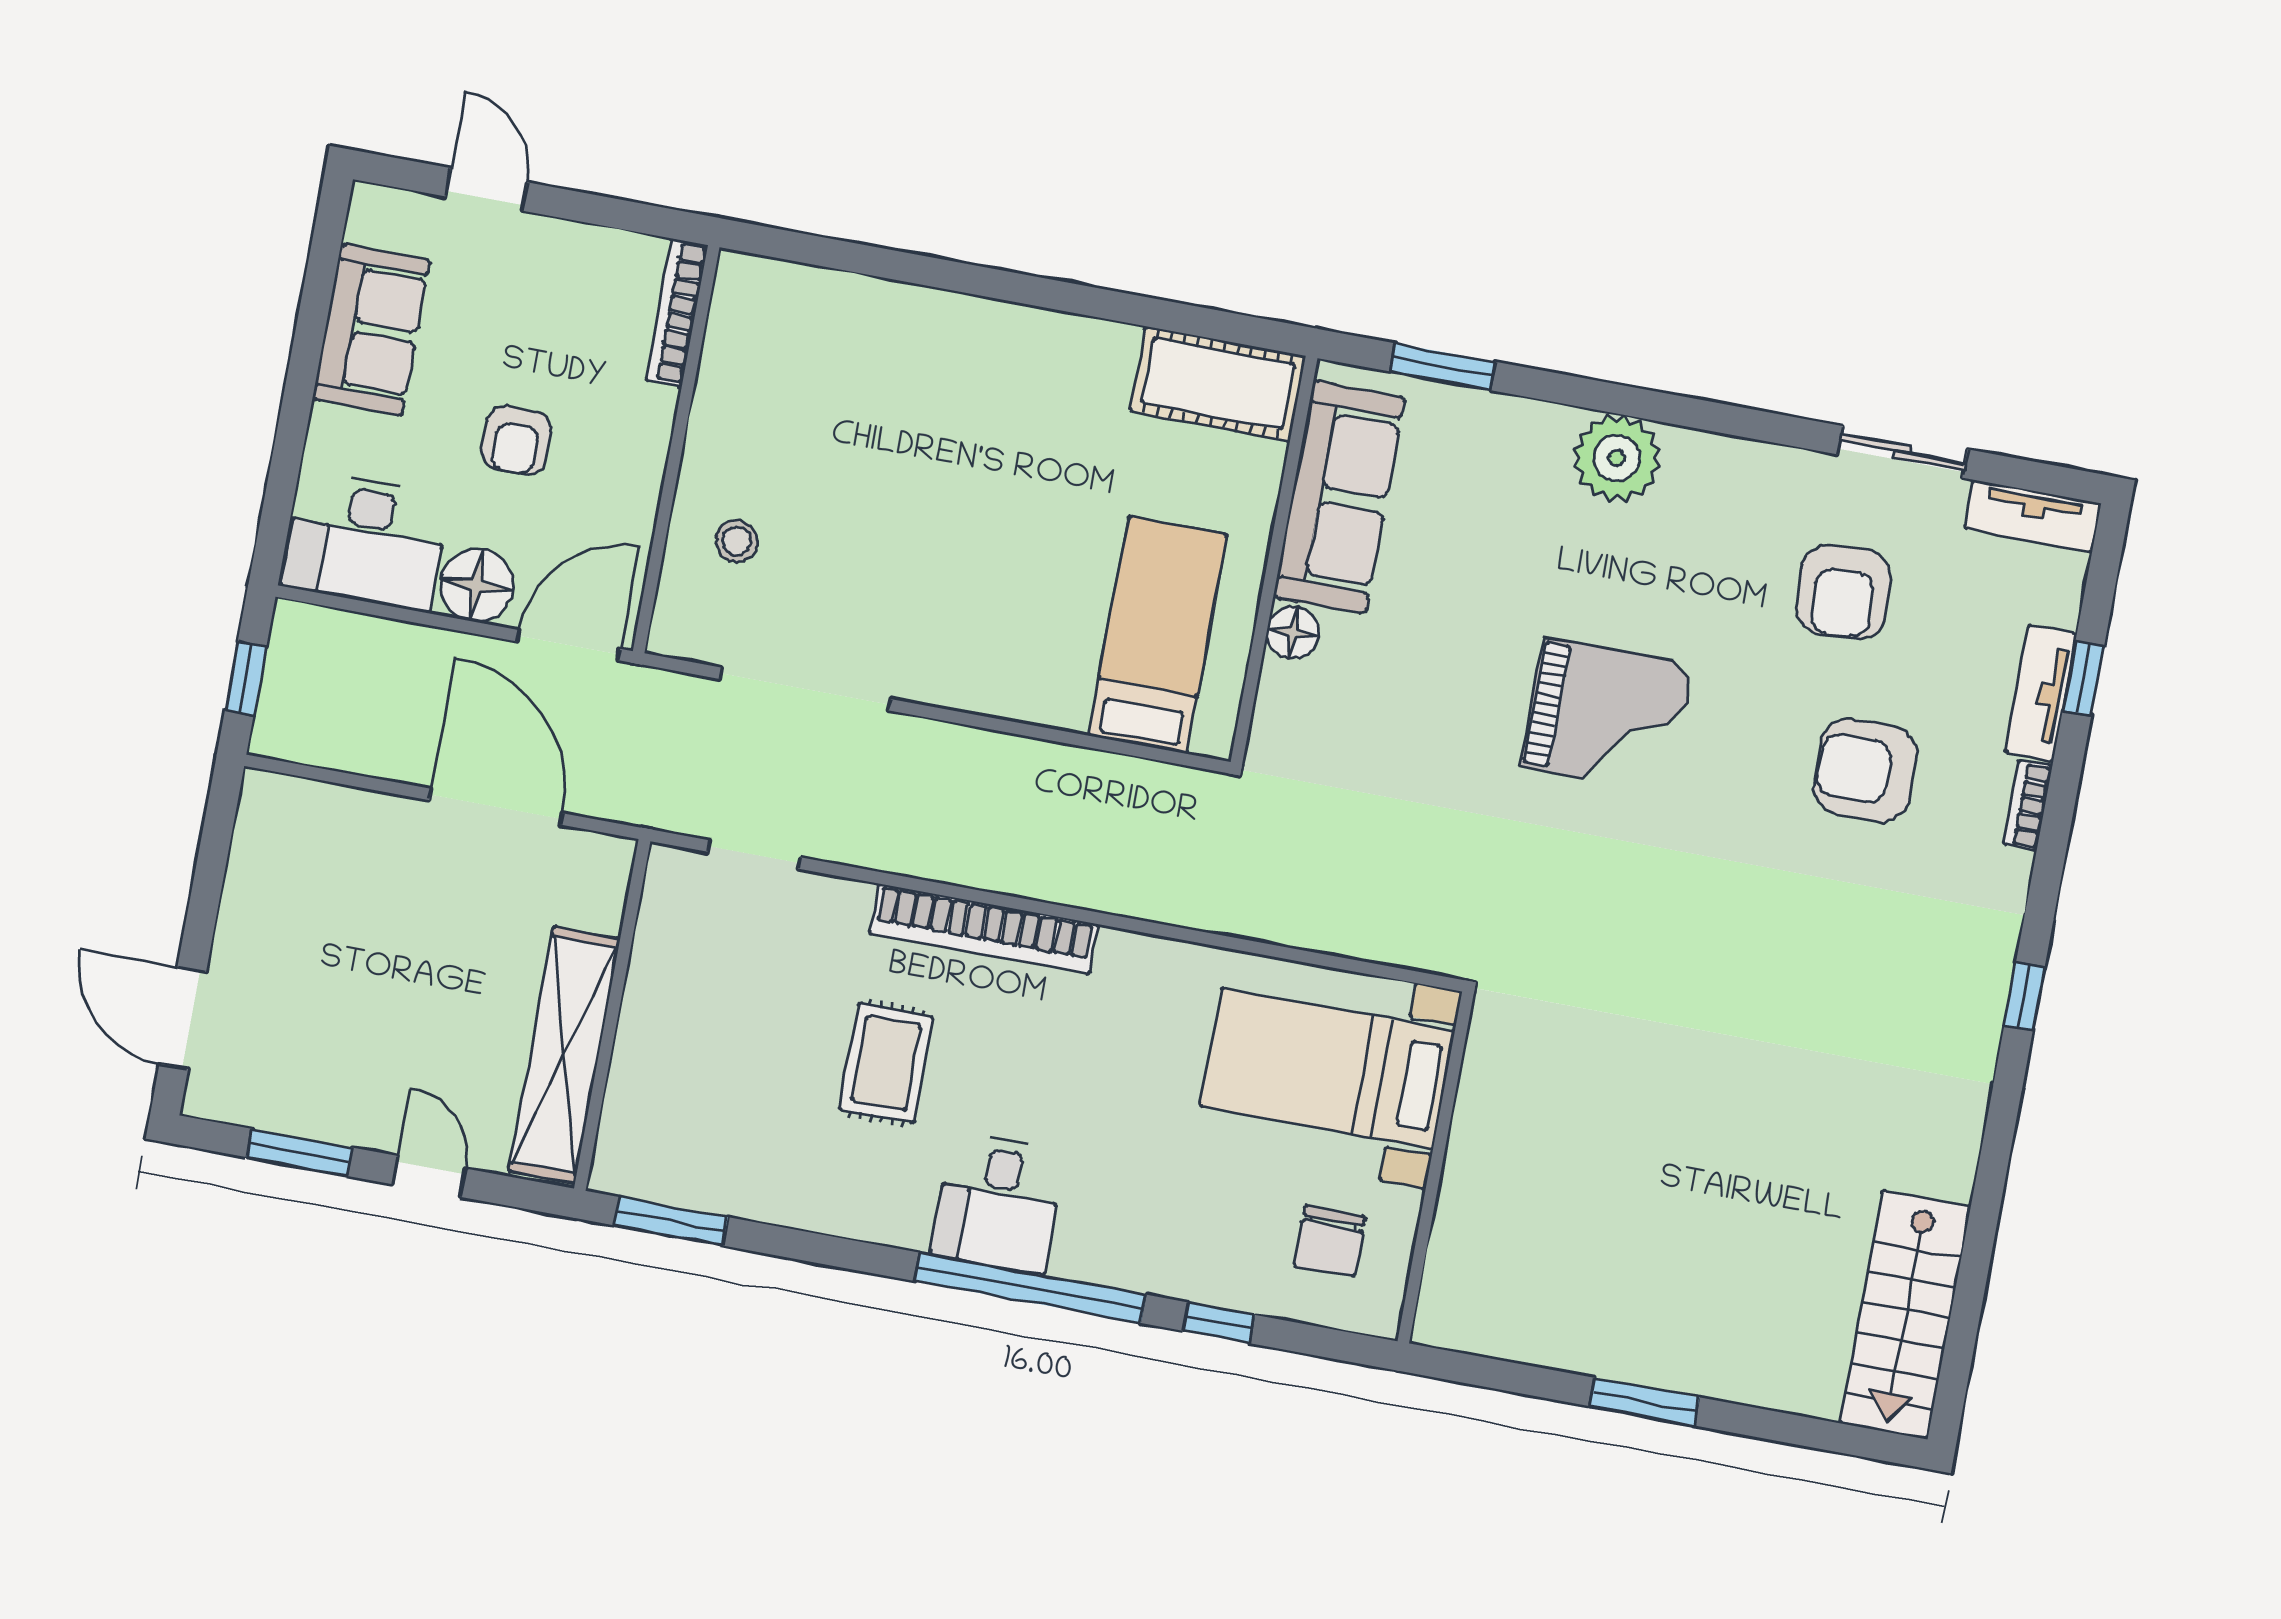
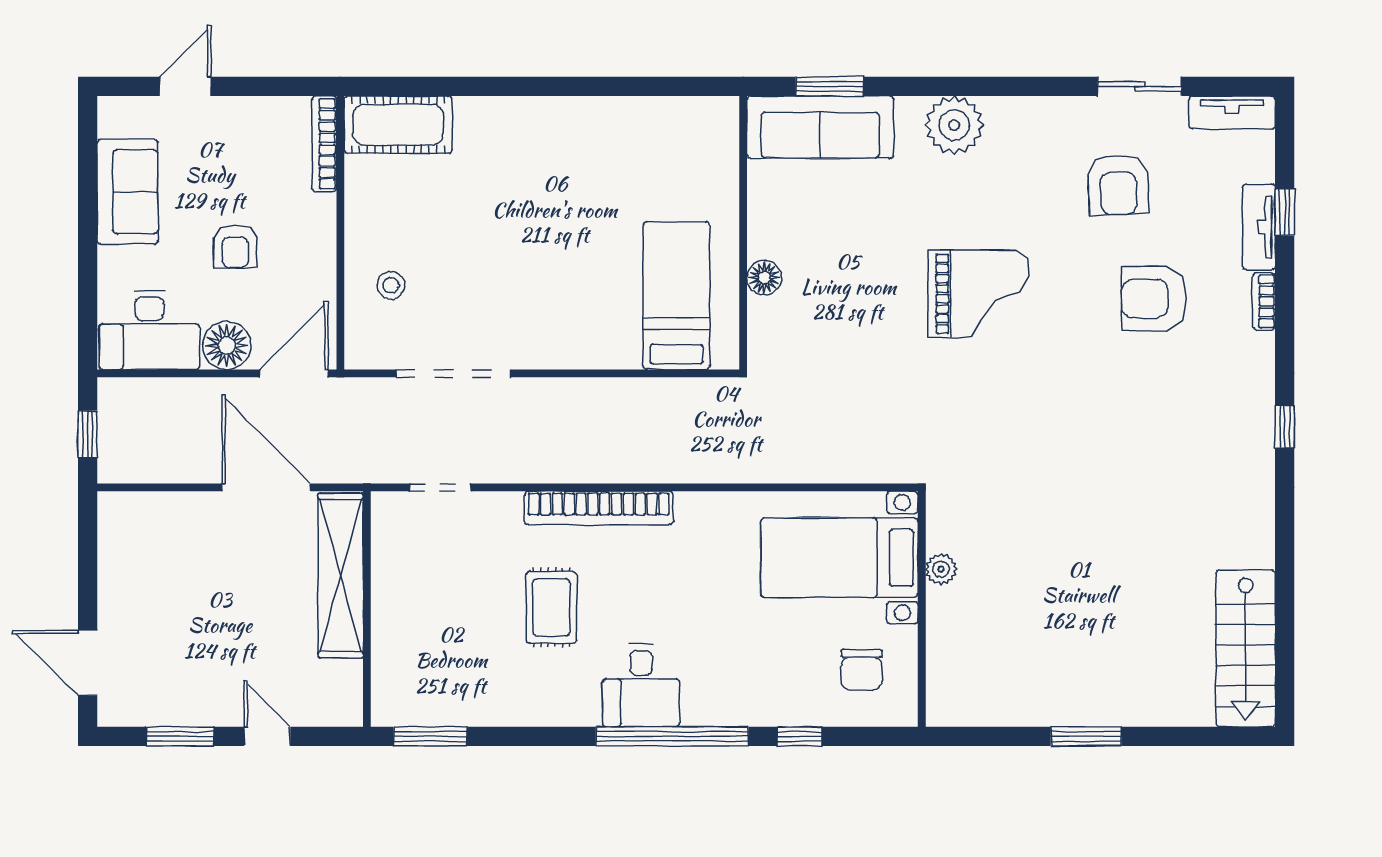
door: (486, 189) -> (185, 86), hinge flipped
cot: (1218, 384) -> (398, 125), moved
sofa: (1339, 497) -> (820, 127), moved, turned 90
shelving: (564, 1055) -> (341, 575), moved
plant: (1475, 1114) -> (941, 569), added

